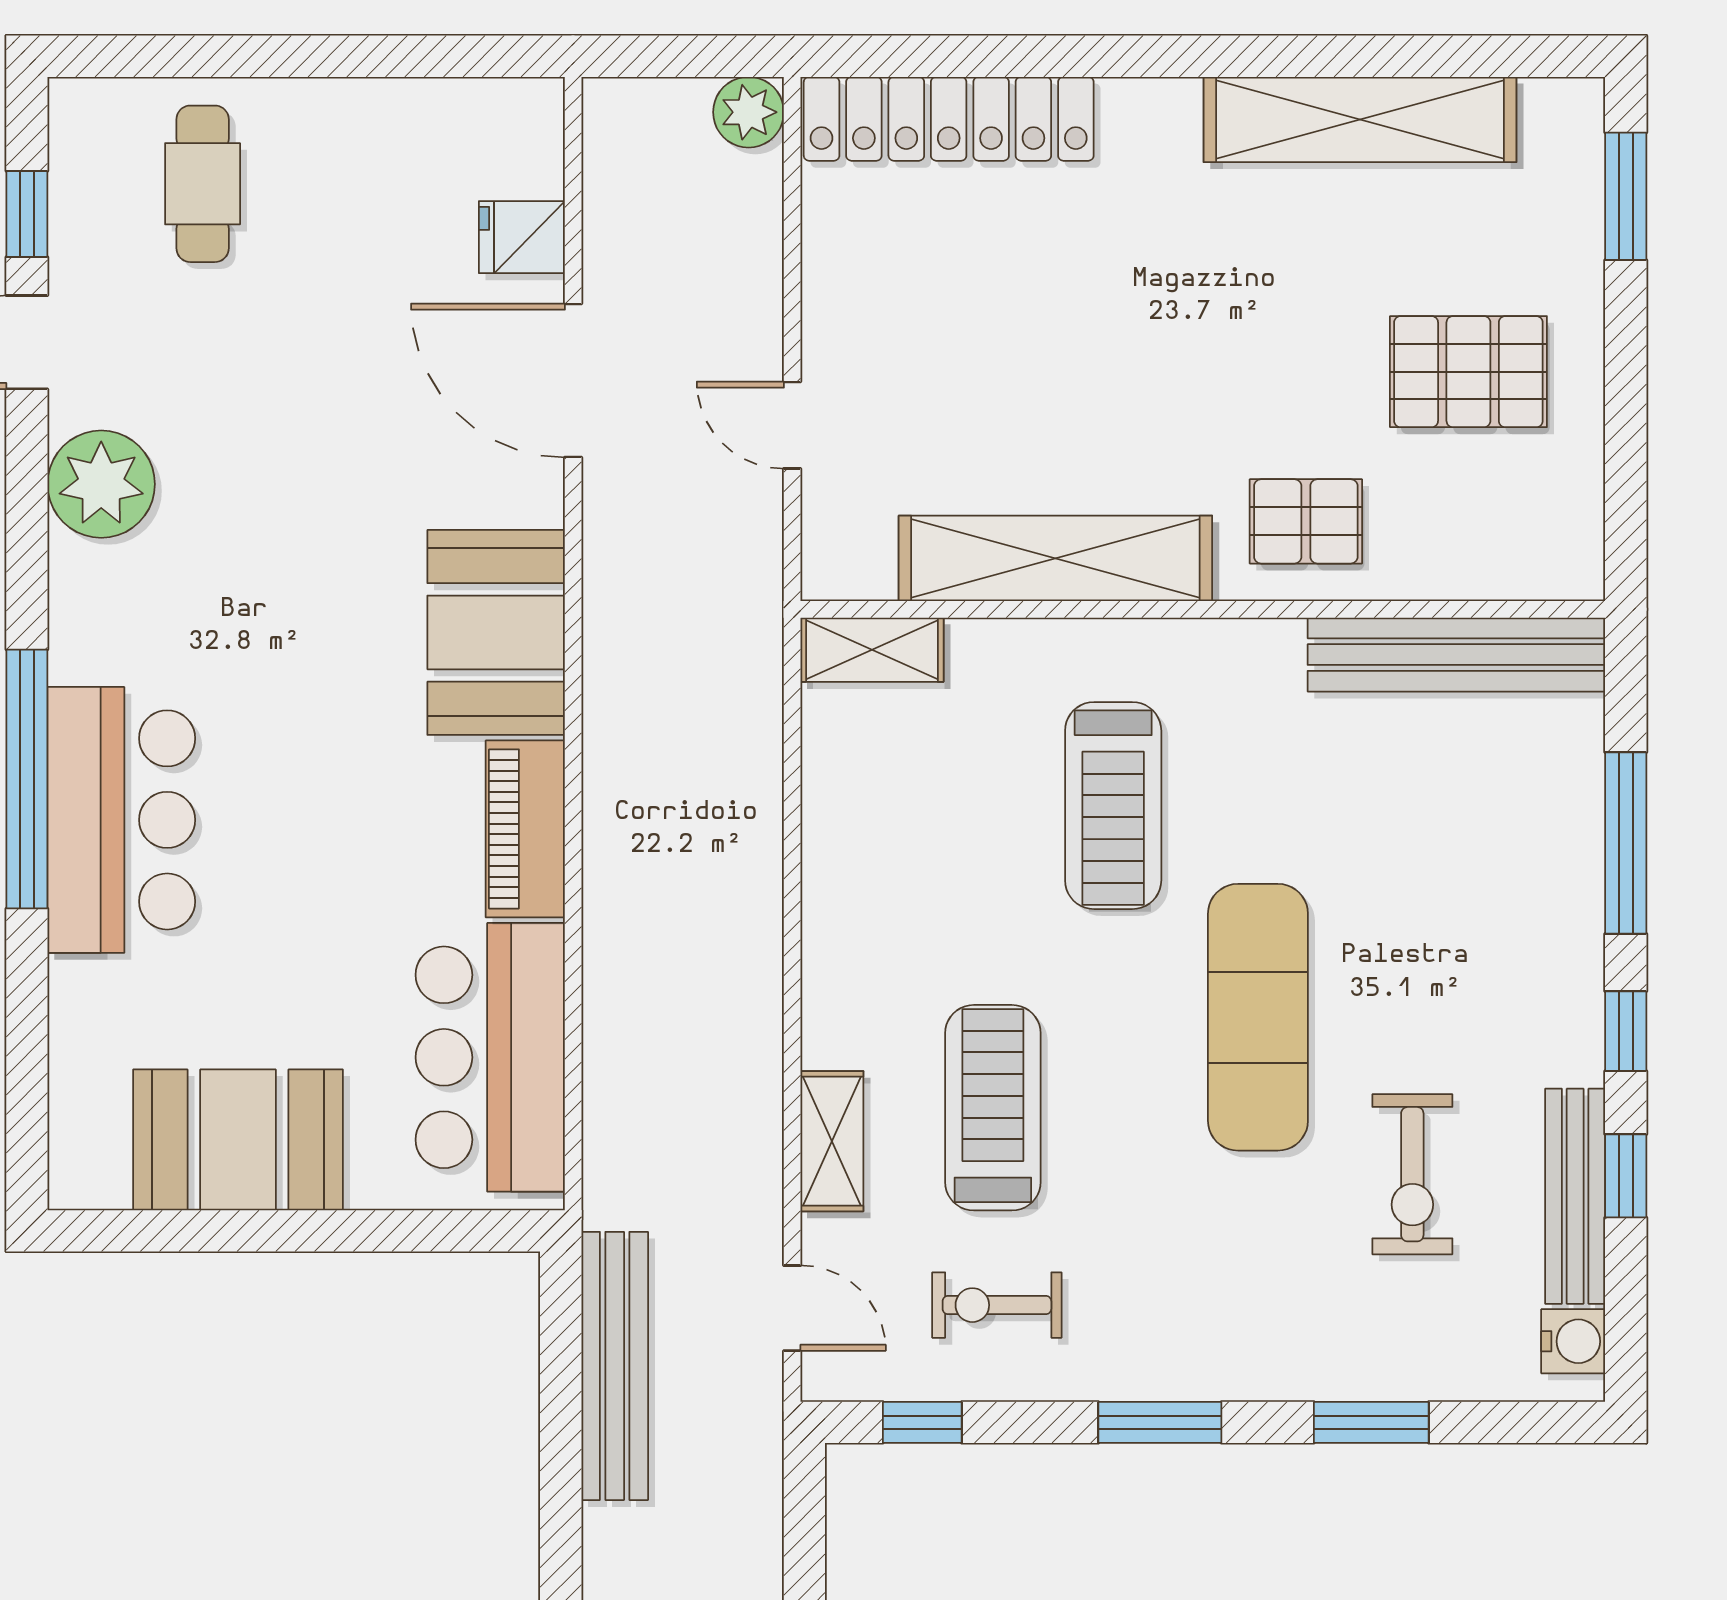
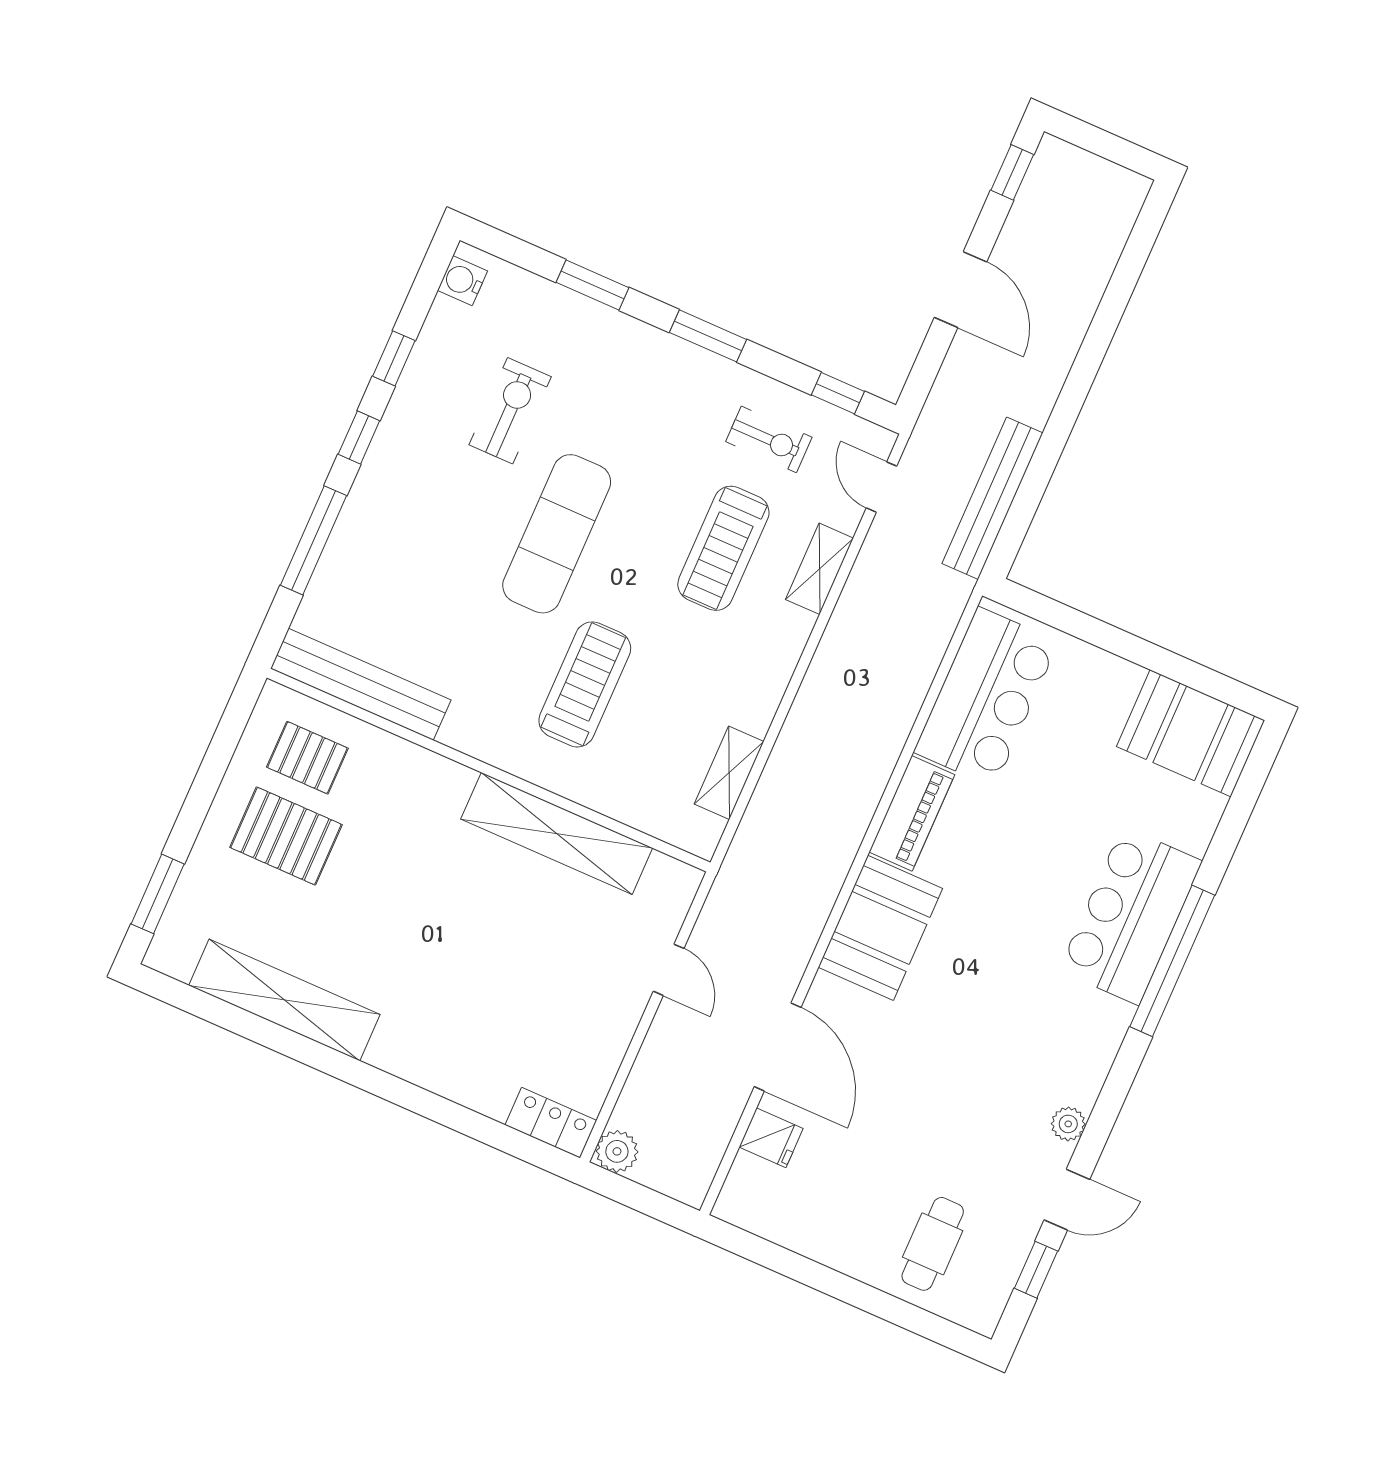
locker: (949, 119) -> (551, 1123), width x0.46, depth x0.83
plant: (101, 484) -> (1068, 1124), width x0.53, depth x0.53
pallet: (1306, 521) -> (307, 758), moved
shelving: (872, 650) -> (729, 773), moved, turned 90
booth: (238, 1140) -> (1191, 733), moved
bench: (1575, 1196) -> (426, 359), removed

